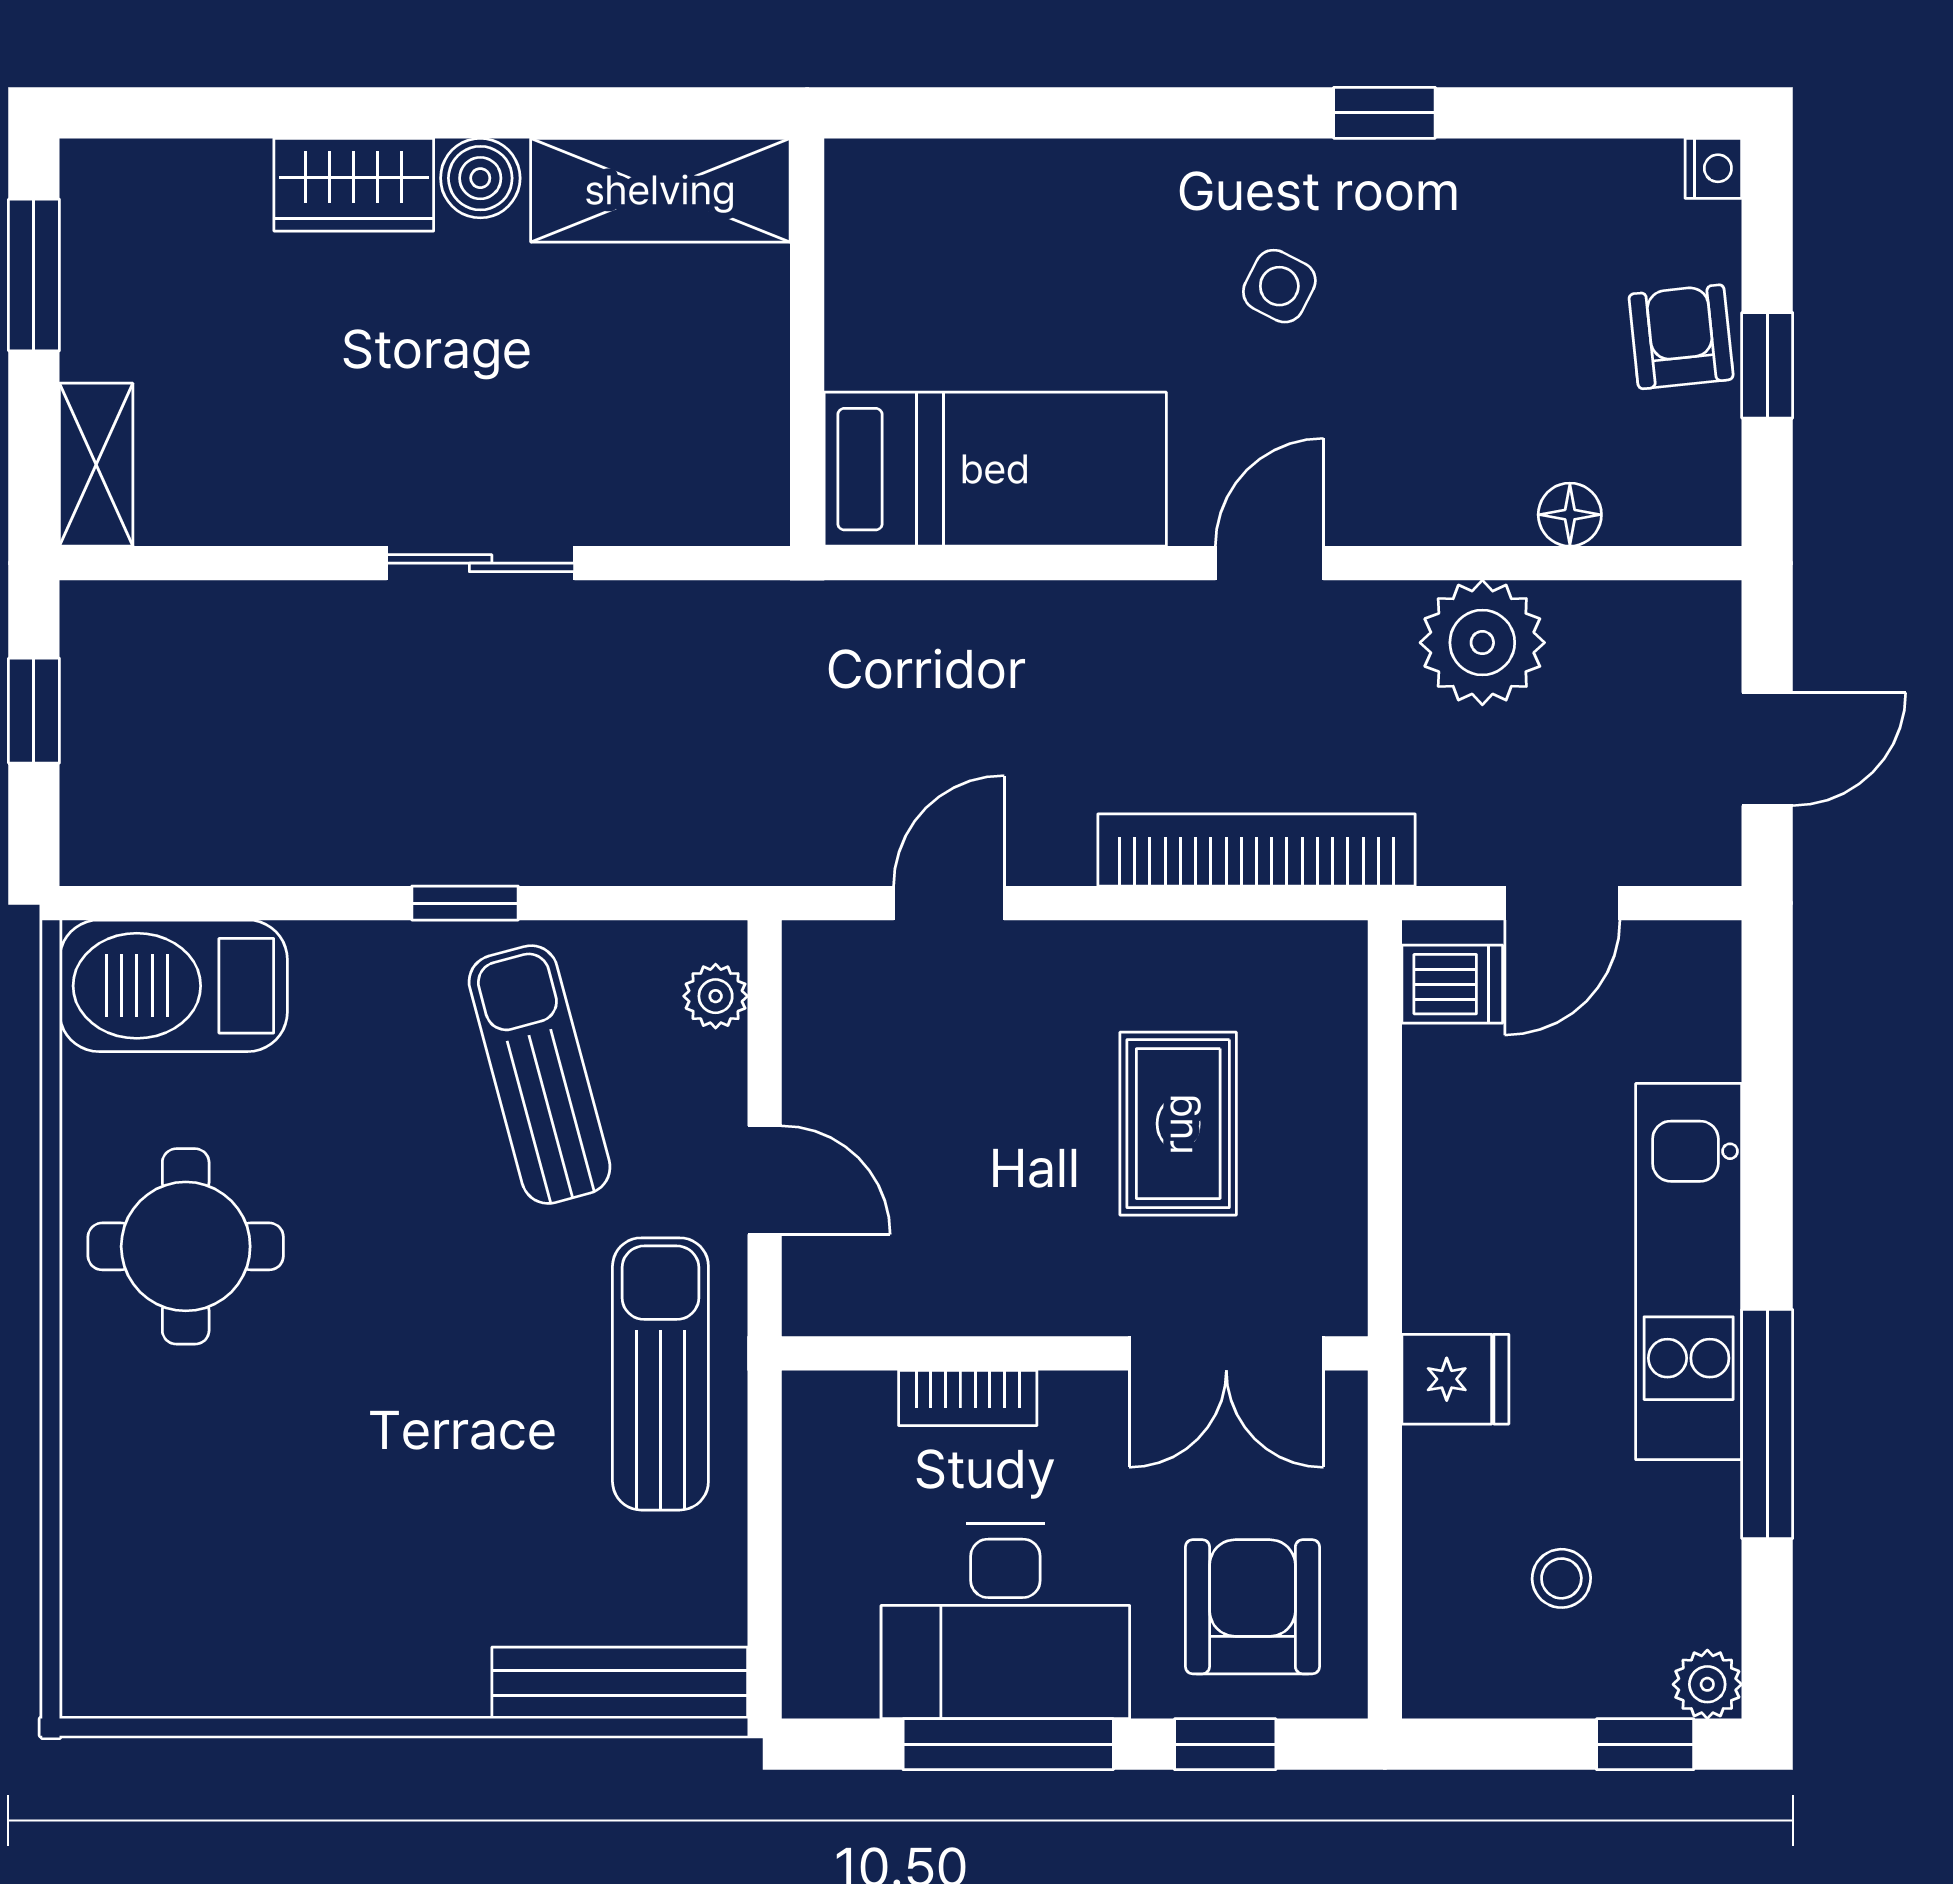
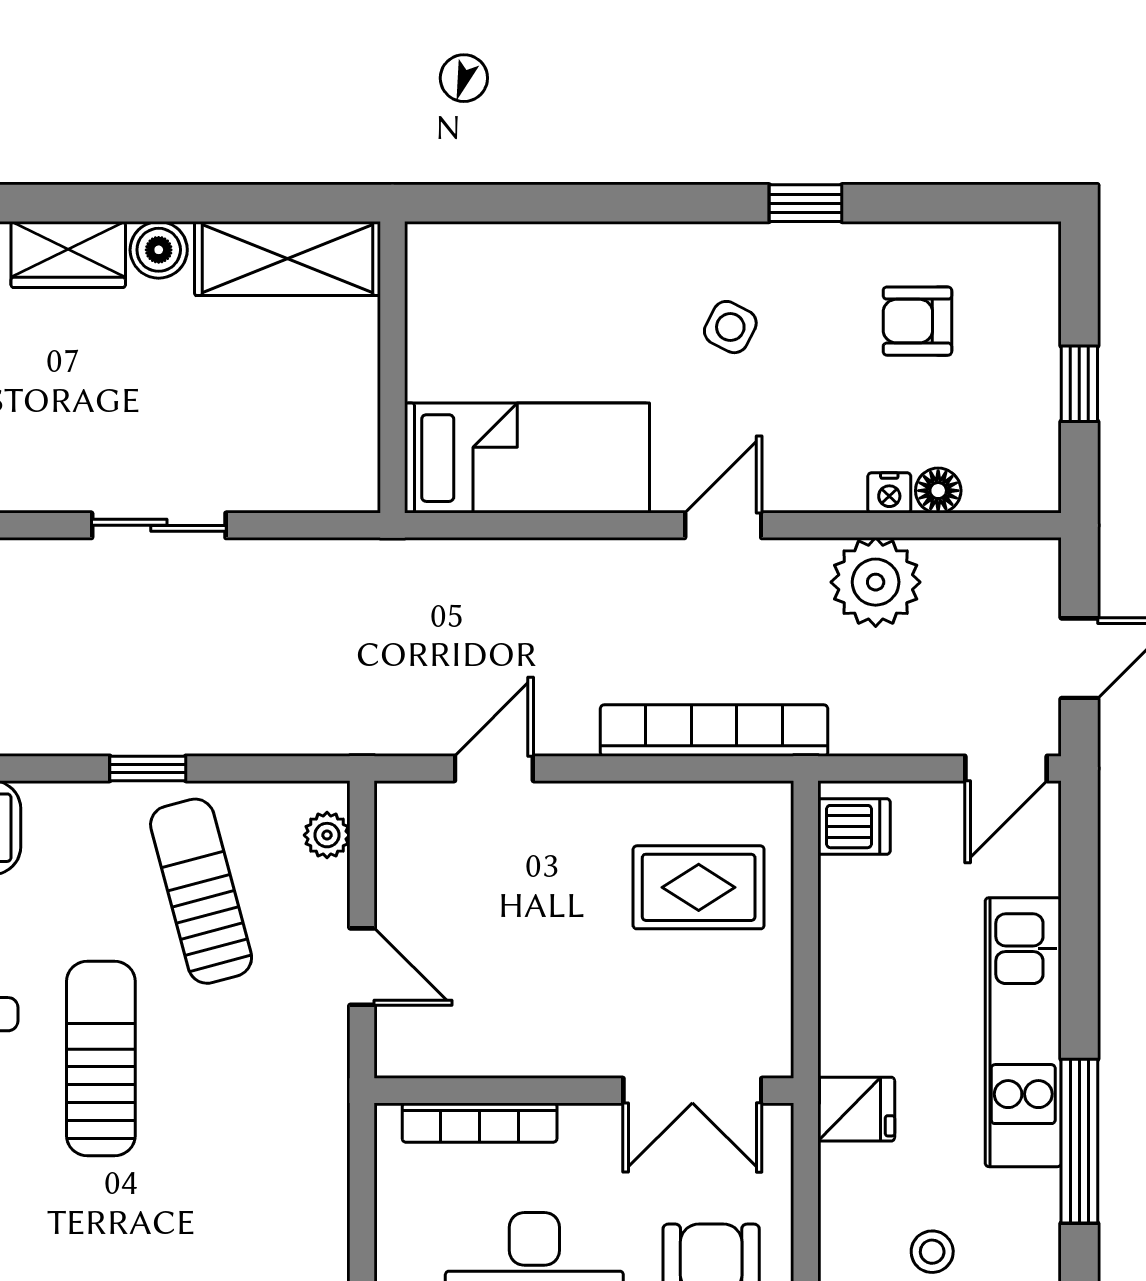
nightstand: (1713, 168) -> (889, 493), moved, turned 90
armchair: (1681, 337) -> (917, 321), moved, turned -84
door: (1562, 903) -> (1006, 768), moved
rug: (1178, 1124) -> (699, 887), moved, turned 90
sun lounger: (660, 1374) -> (101, 1058), moved
bookcase: (968, 1398) -> (480, 1123), width x1.56

